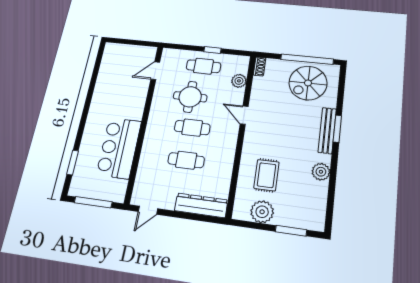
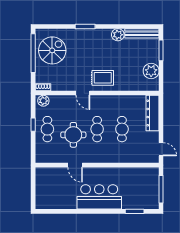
door: (155, 71) -> (75, 165), moved
plant: (239, 81) -> (43, 101), moved
spiral stairs: (308, 83) -> (52, 50), turned -90
door: (244, 115) -> (83, 93), hinge flipped
bench: (327, 130) -> (142, 33), moved
bar counter: (119, 148) -> (99, 197), moved, turned 180
rug: (266, 175) -> (103, 78), moved

